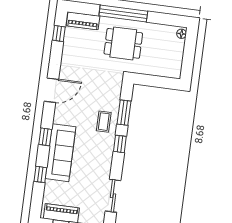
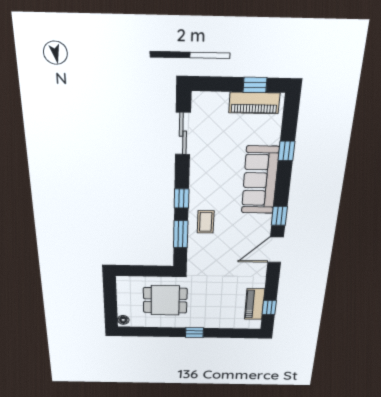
window: (123, 14) -> (194, 332), width x0.32
piano: (83, 21) -> (255, 304), moved, turned -90
dining table: (123, 43) -> (165, 300), moved
window: (45, 137) -> (279, 216), moved

